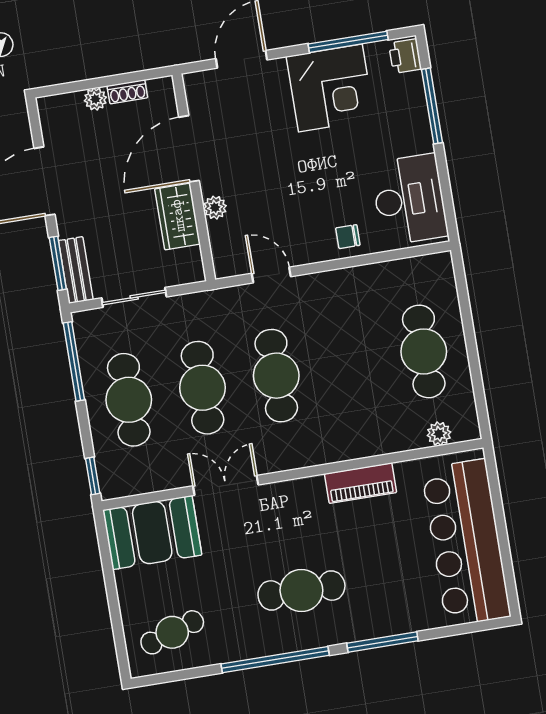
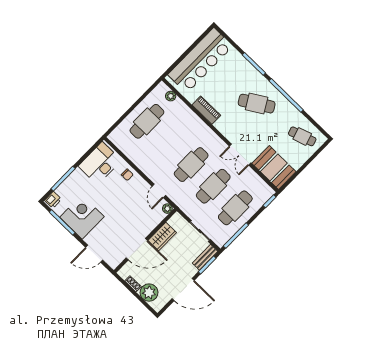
plant: (95, 99) -> (149, 293), width x1.87, depth x1.87
plant: (215, 208) -> (167, 209), moved
cafe table: (301, 590) -> (257, 104), turned -31

